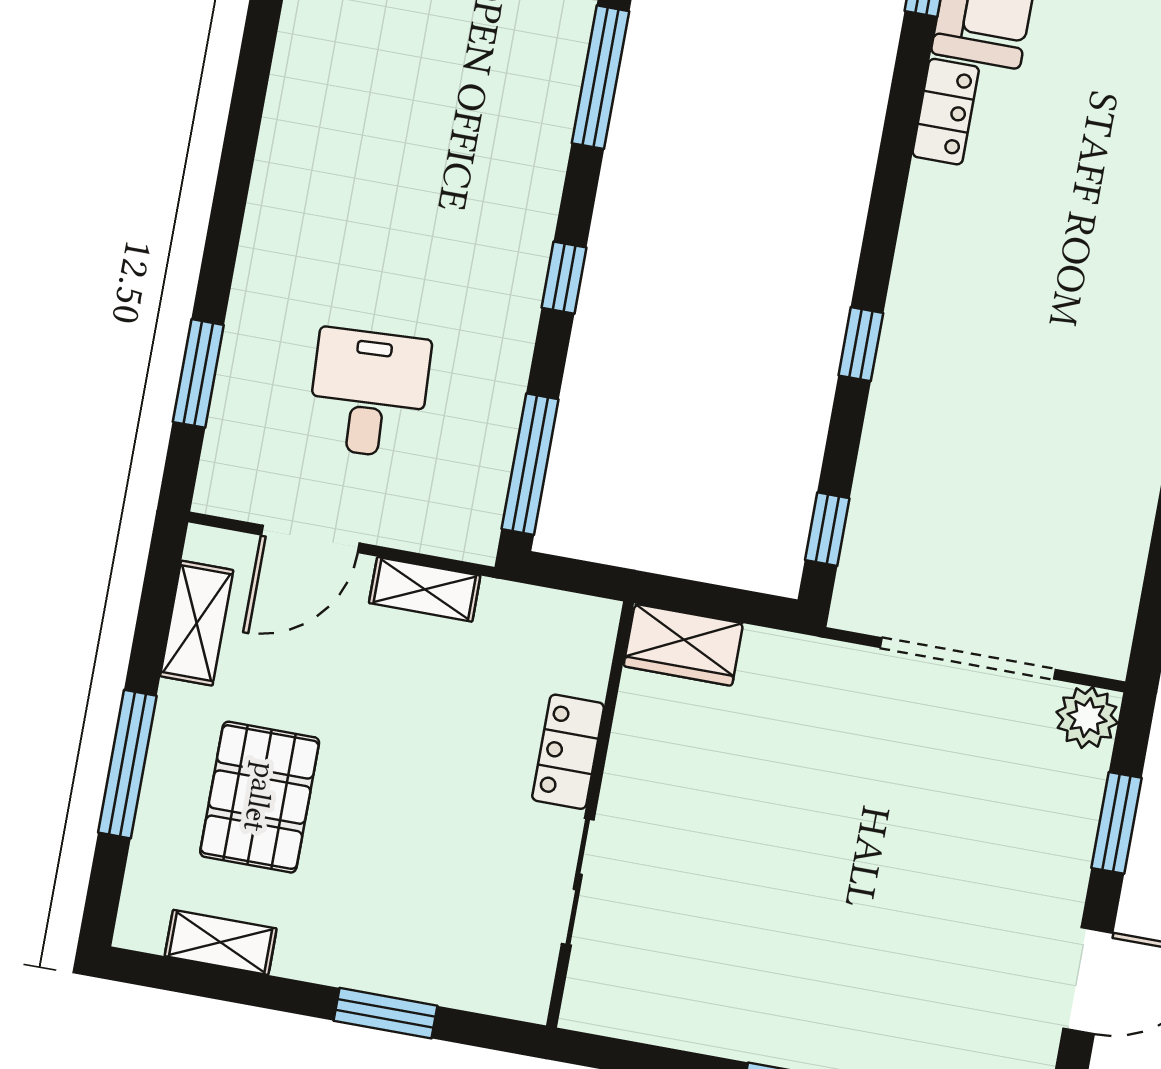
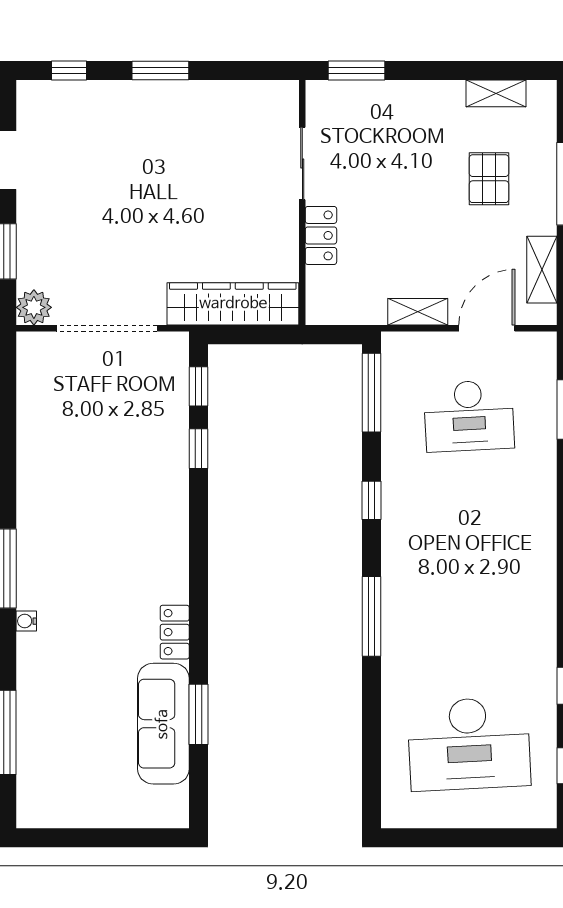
window: (861, 344) -> (198, 449), moved
desk: (369, 393) -> (469, 416), width x1.37
wardrobe: (683, 645) -> (233, 304), width x2.10, depth x1.17
pallet: (260, 797) -> (489, 179), width x0.67, depth x0.71
window: (385, 1013) -> (357, 70), moved

